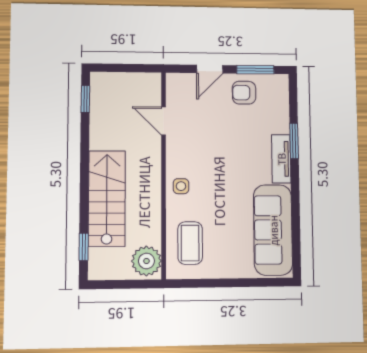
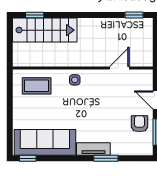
stairs: (107, 199) -> (45, 30), moved
window: (296, 255) -> (28, 158), added
plant: (146, 261) -> (25, 57), removed

